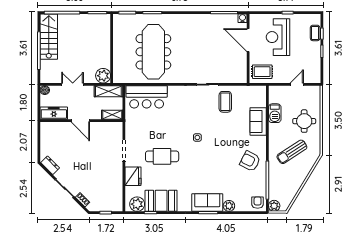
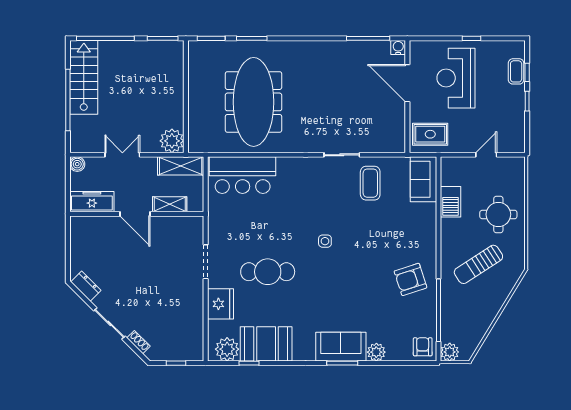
shelving: (112, 115) -> (170, 204), moved
sofa: (258, 121) -> (423, 179), moved
armchair: (250, 161) -> (411, 279), turned -45

